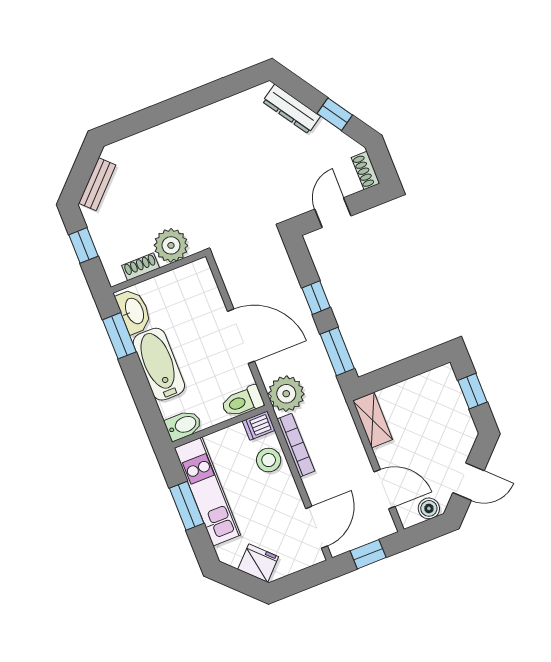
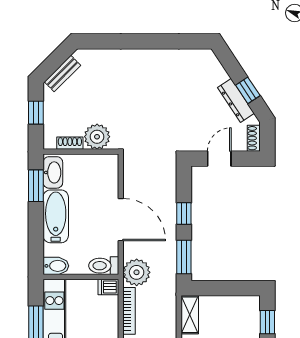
dresser: (291, 109) -> (236, 100), moved
stool: (269, 460) -> (106, 314), removed

